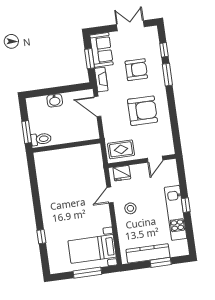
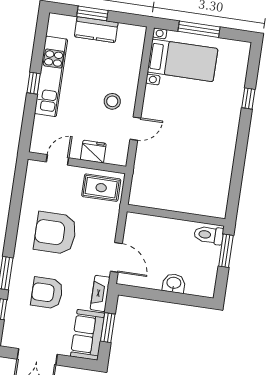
fridge: (122, 173) -> (93, 152), moved
kitchen counter: (148, 253) -> (96, 30), width x0.67

